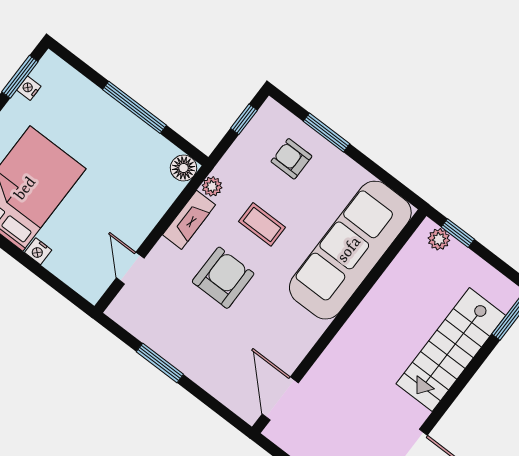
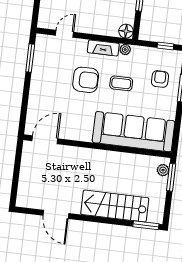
coffee table: (262, 224) -> (121, 83), turned 90
window: (458, 233) -> (171, 177), width x1.50
window: (160, 363) -> (30, 58), moved

